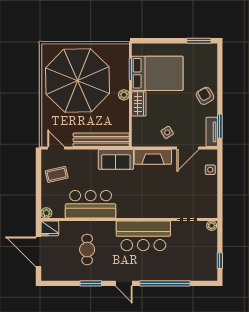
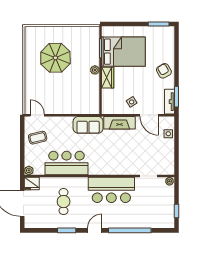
parasol: (78, 81) -> (55, 58), width x0.54, depth x0.54
bench: (101, 140) -> (76, 108), removed
door: (188, 148) -> (149, 115), hinge flipped
door: (124, 283) -> (95, 230), swing flipped

